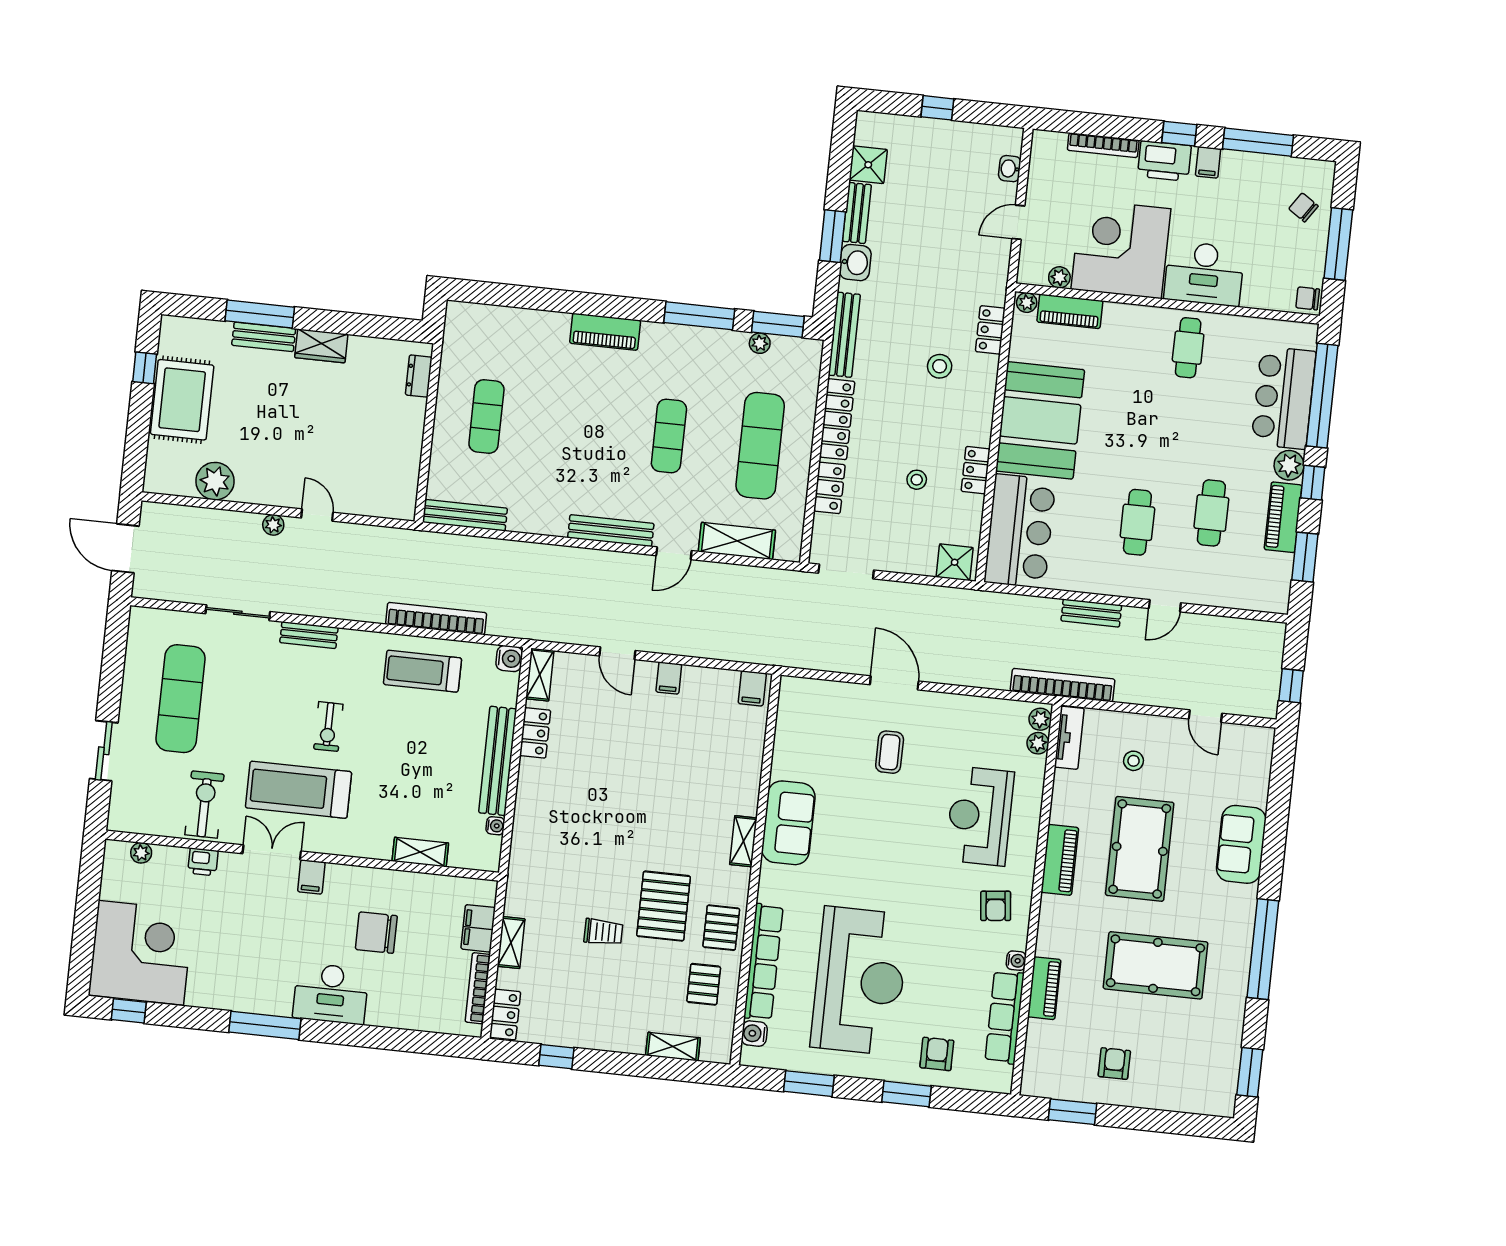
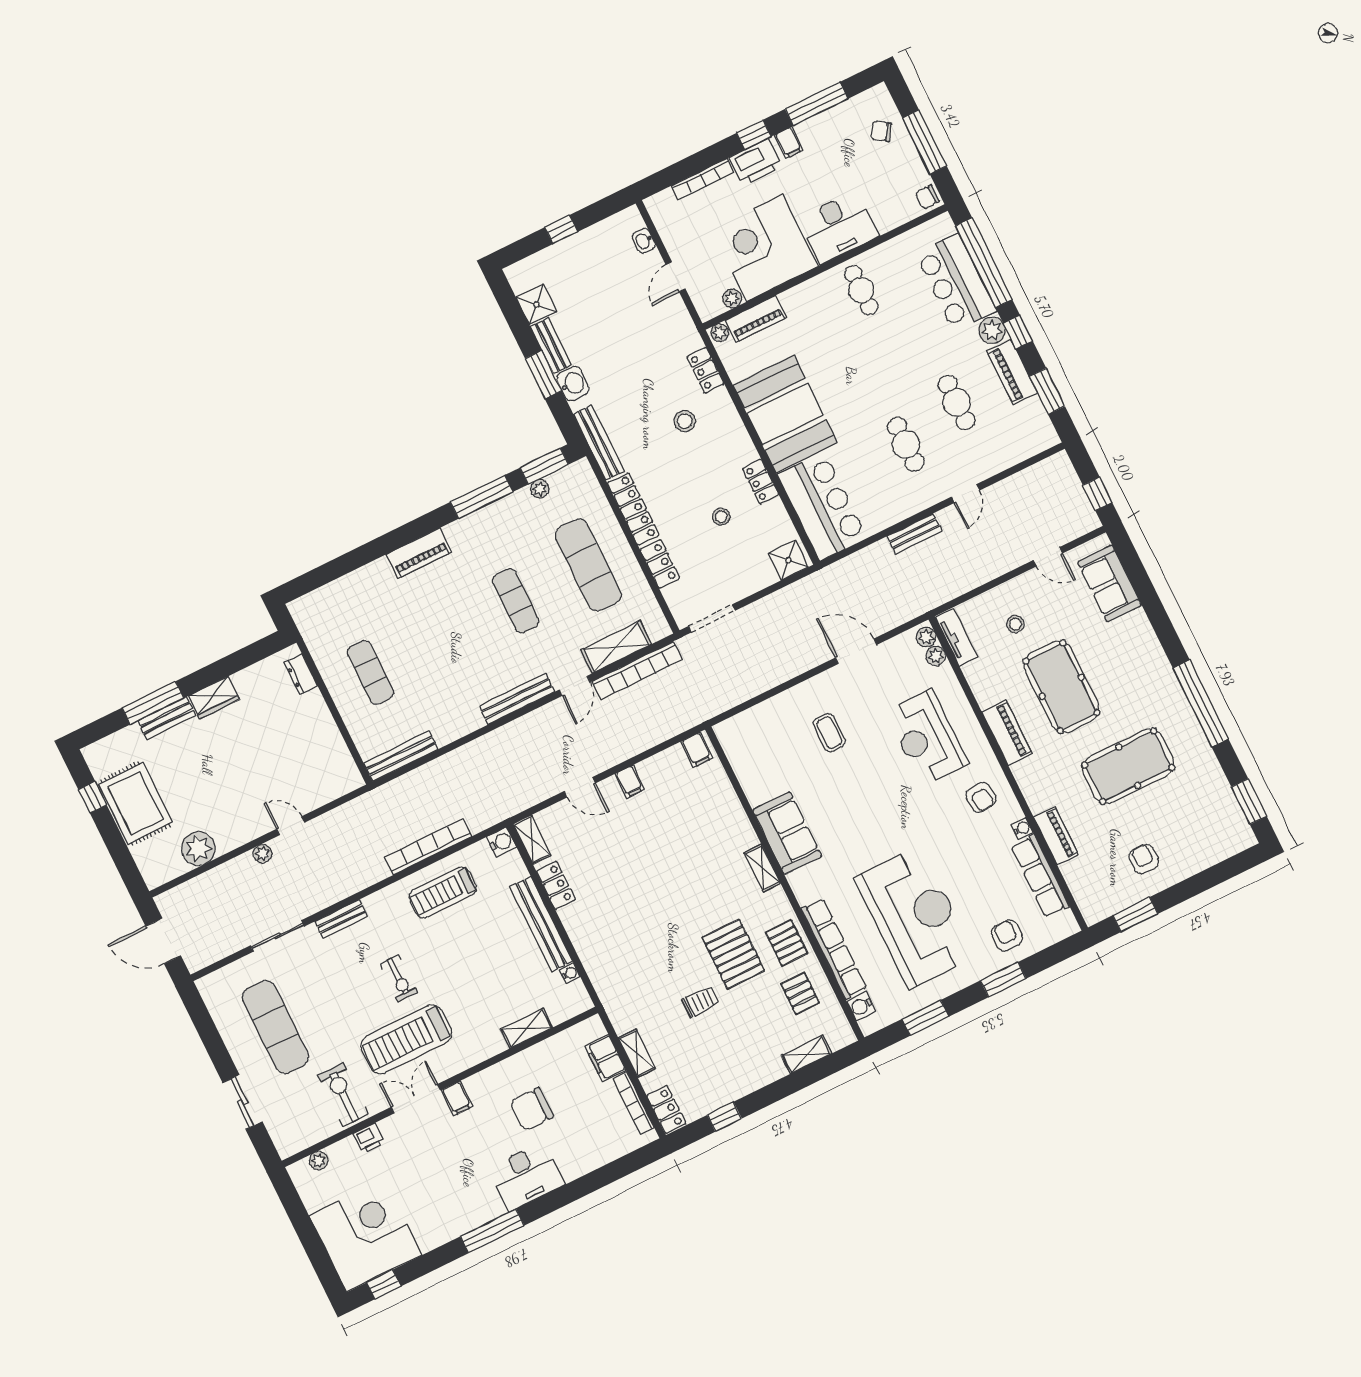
door: (894, 683) -> (856, 651), moved
bookcase: (1063, 685) -> (637, 670), moved, turned 180
sofa: (1241, 844) -> (1110, 583), moved

